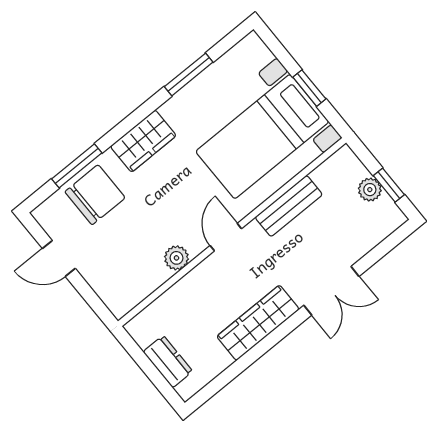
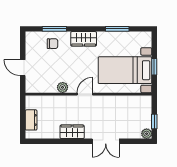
plant: (370, 190) -> (147, 134), moved
chair: (95, 195) -> (53, 44), width x0.54, depth x0.54
bench: (289, 206) -> (115, 101), removed
door: (59, 258) -> (23, 68), moved
wardrobe: (258, 323) -> (72, 132), width x0.67

